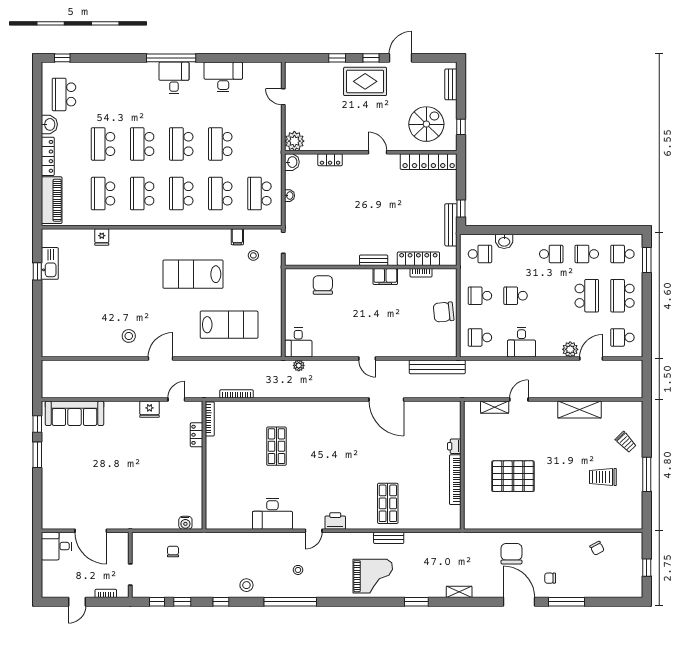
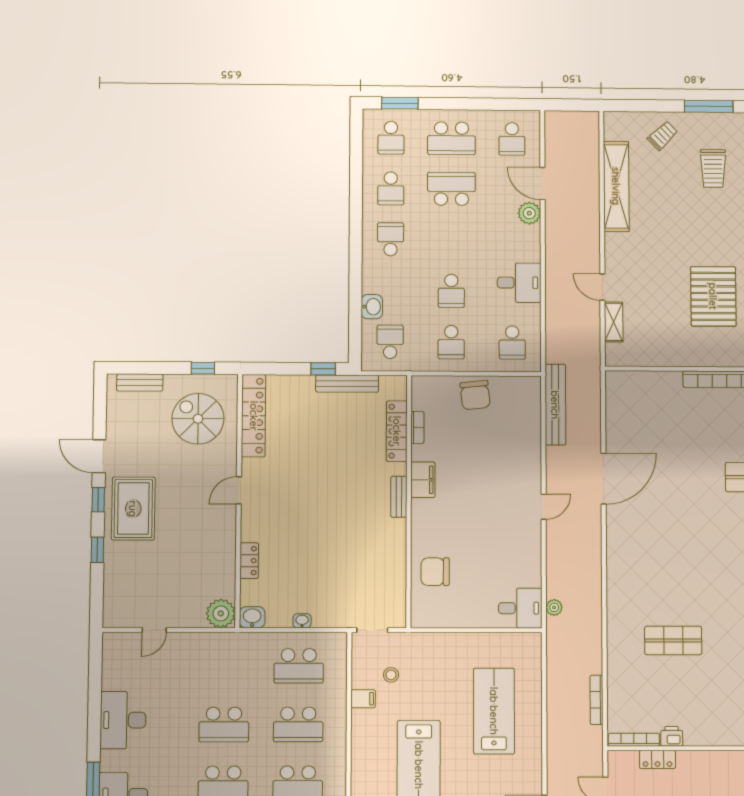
shelving: (579, 410) -> (616, 186), width x1.47
printer: (454, 446) -> (672, 736), moved, turned 180

